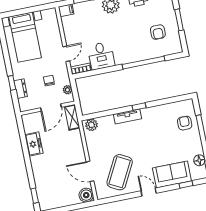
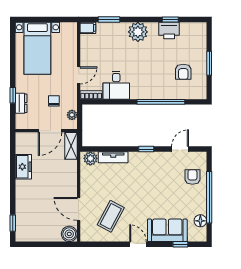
door: (169, 101) -> (180, 149), added
tv unit: (128, 116) -> (113, 157), moved
coffee table: (120, 172) -> (111, 216), width x0.73, depth x0.76

